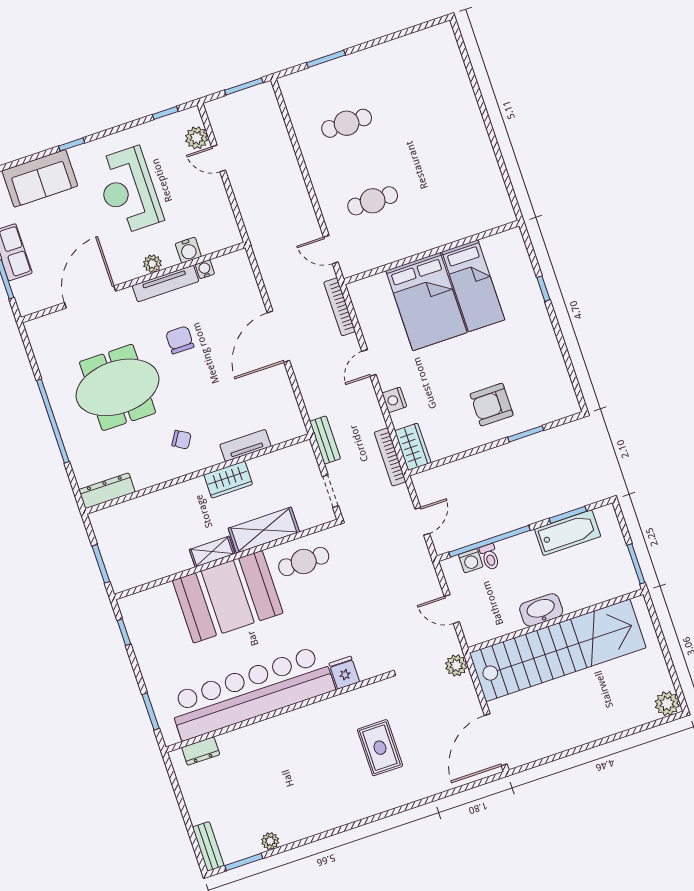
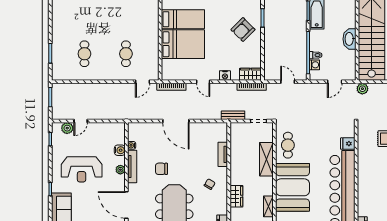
armchair: (492, 405) -> (243, 30), turned 45
wardrobe: (228, 480) -> (236, 196), moved
shelving: (212, 552) -> (268, 206), moved

